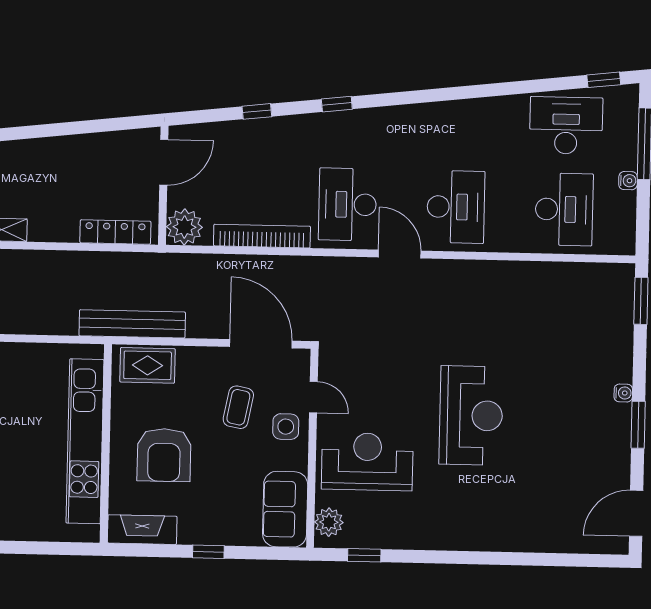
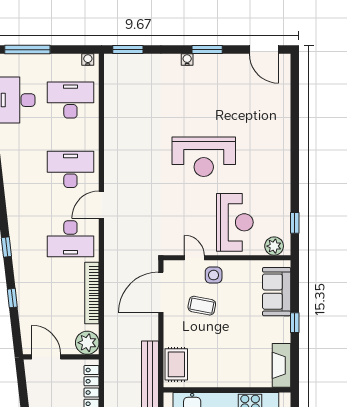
water cooler: (628, 181) -> (88, 60), moved
door: (313, 397) -> (194, 258), hinge flipped
reception desk: (471, 415) -> (204, 157), turned 180
armchair: (164, 455) -> (233, 353), removed
reception desk: (367, 462) -> (235, 222), turned 180
sofa: (285, 509) -> (277, 292), moved, turned 90

